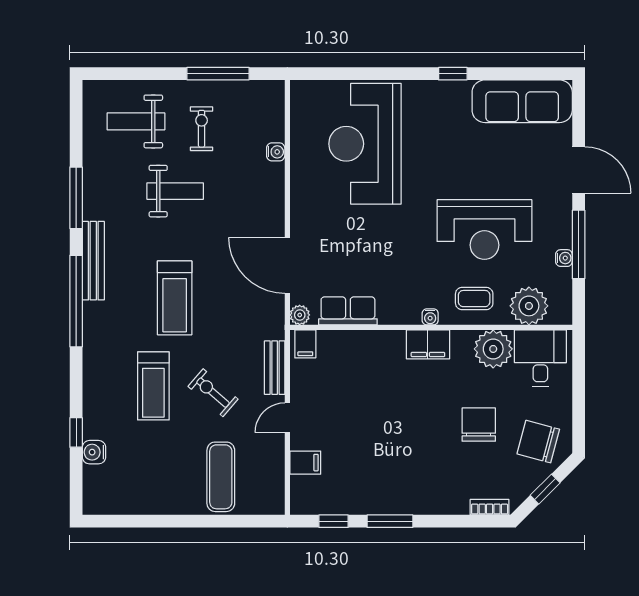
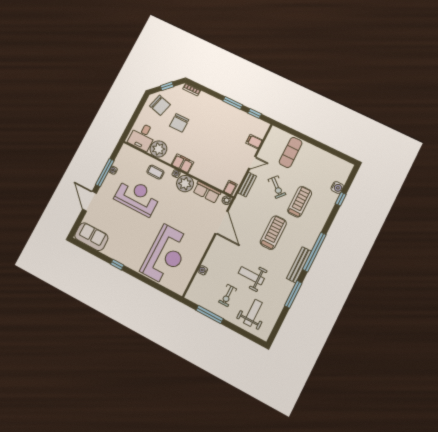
sofa: (522, 101) -> (91, 237), width x0.73
weight bench: (136, 121) -> (253, 313), turned -90
plant: (529, 306) -> (185, 184), moved

